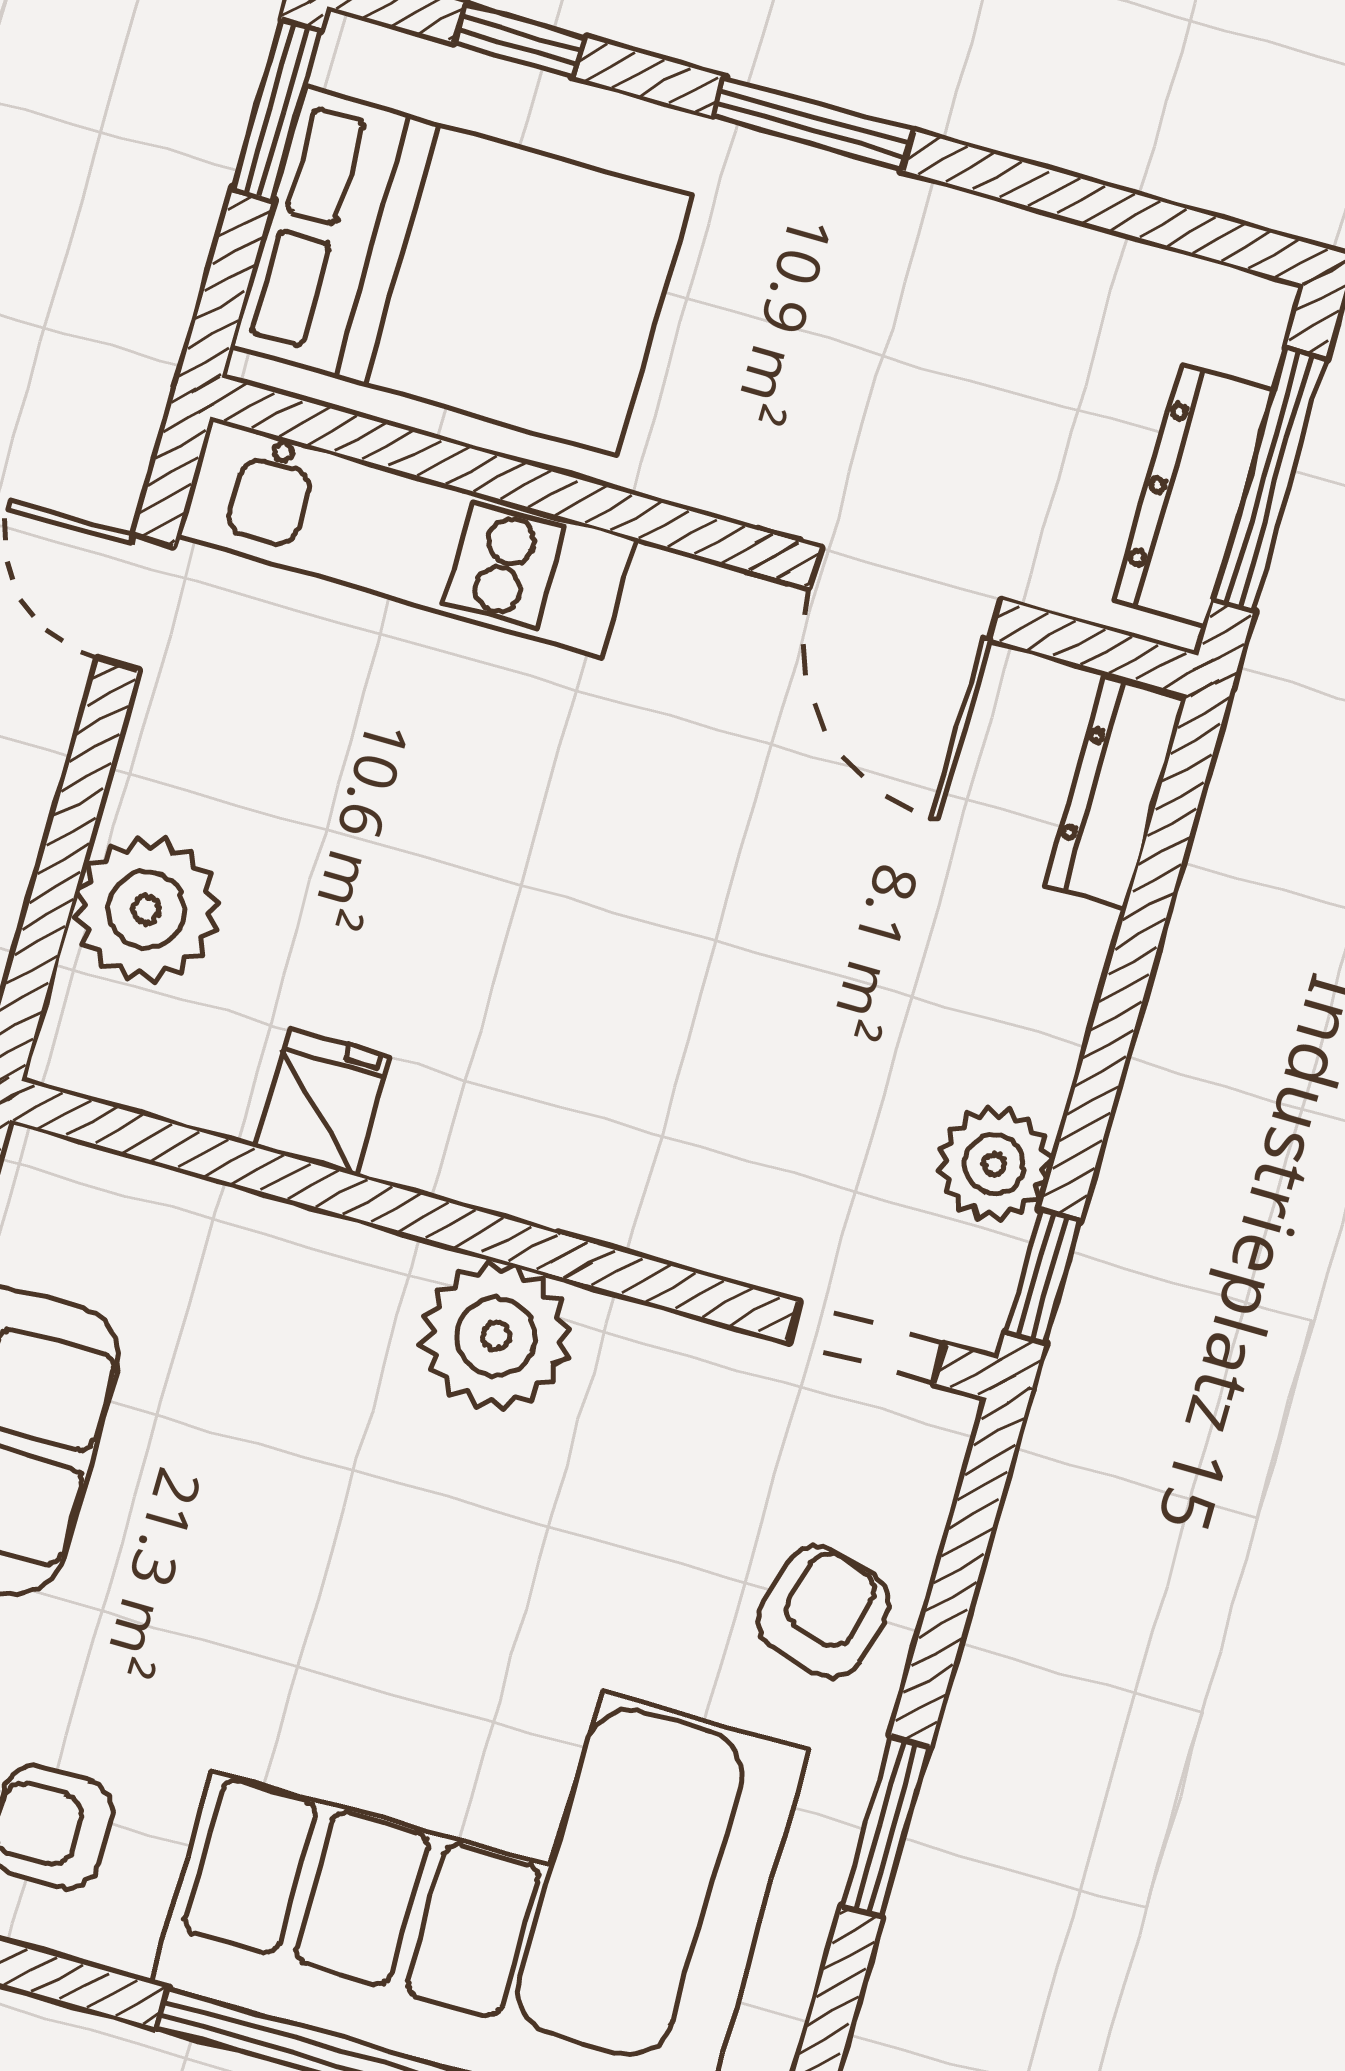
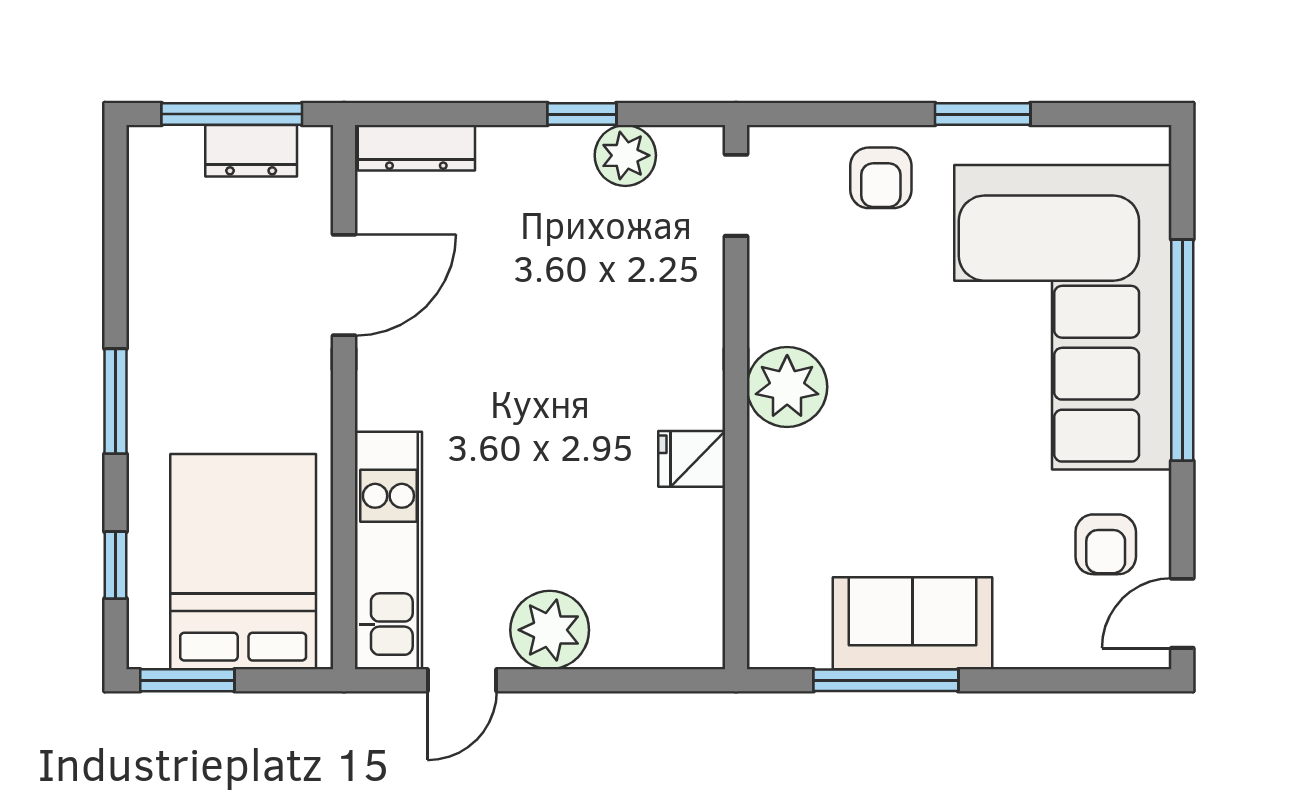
dresser: (1194, 495) -> (251, 151), width x0.70
plant: (146, 910) -> (550, 630), moved
fridge: (322, 1102) -> (692, 459), moved
window: (1043, 1276) -> (582, 114), moved
armchair: (823, 1612) -> (881, 178), turned -106

